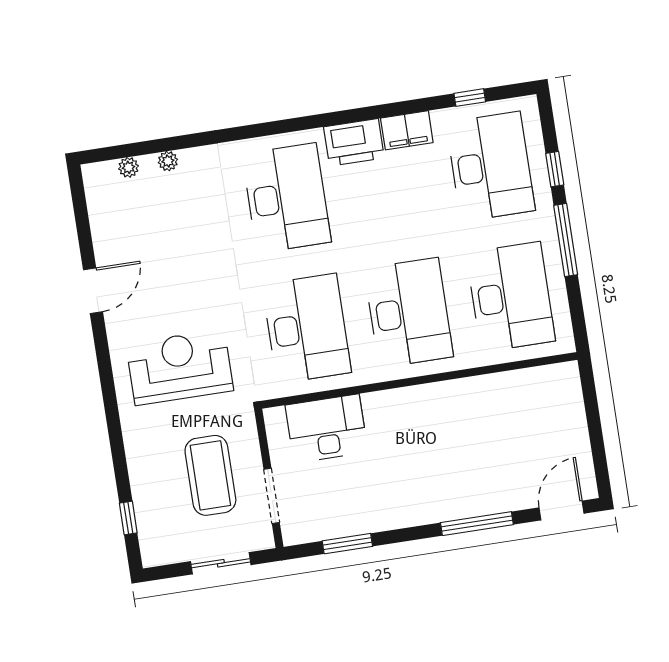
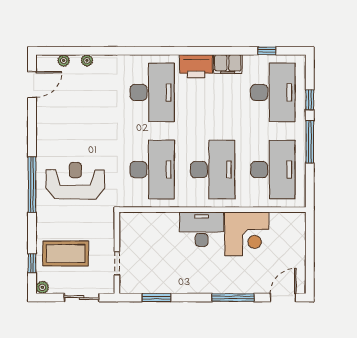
door: (93, 291) -> (32, 84), moved
window: (108, 385) -> (32, 185), added
corner desk: (483, 412) -> (247, 234), added
desk: (327, 429) -> (202, 229), moved
coffee table: (210, 475) -> (66, 253), moved, turned 90
doorway: (272, 496) -> (117, 263), width x0.73
plant: (152, 556) -> (42, 287), added

